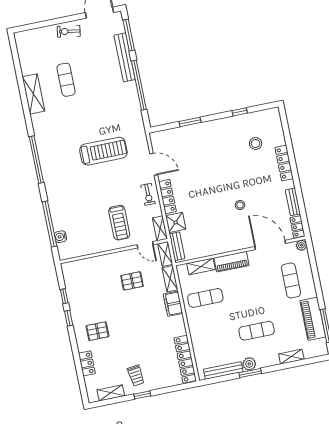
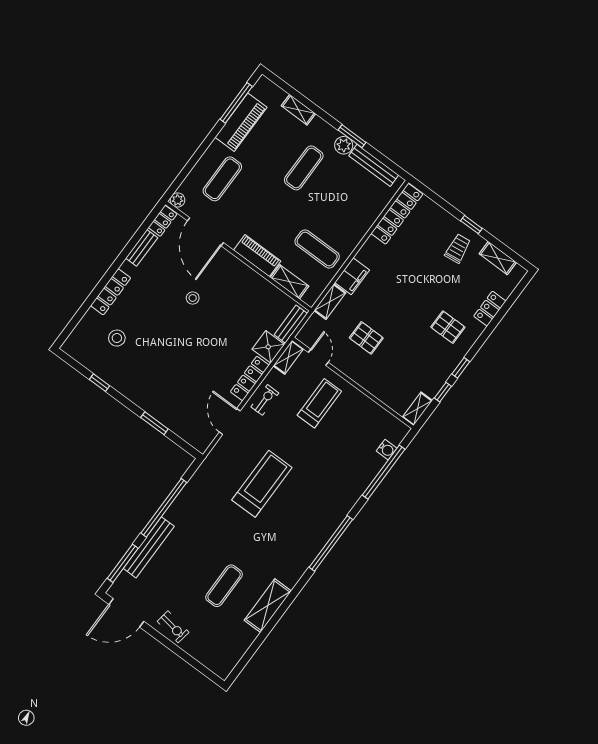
treadmill: (103, 151) -> (262, 484), turned 90
shelving: (165, 254) -> (417, 409), moved
exercise mat: (257, 331) -> (304, 168), turned 90

